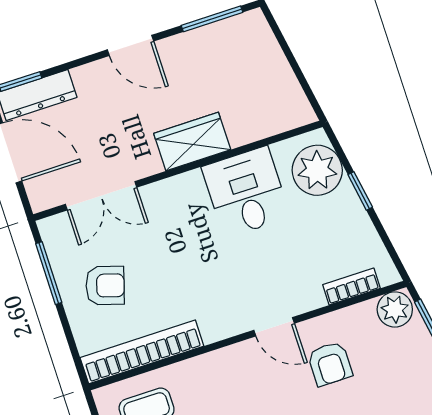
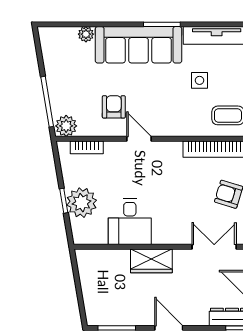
plant: (317, 170) -> (82, 203), moved

